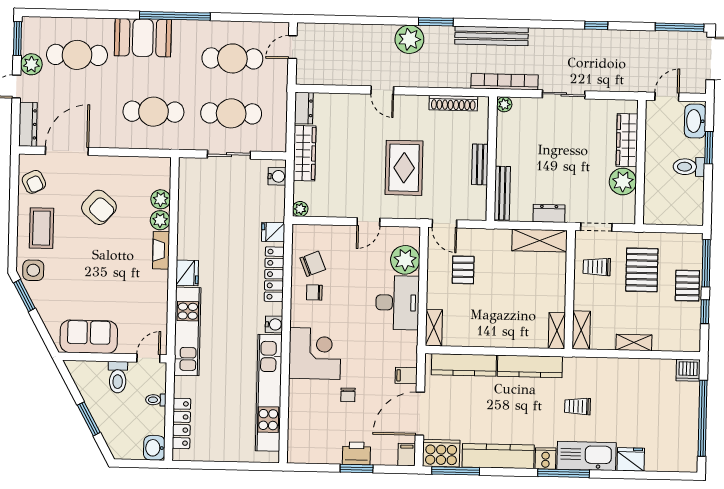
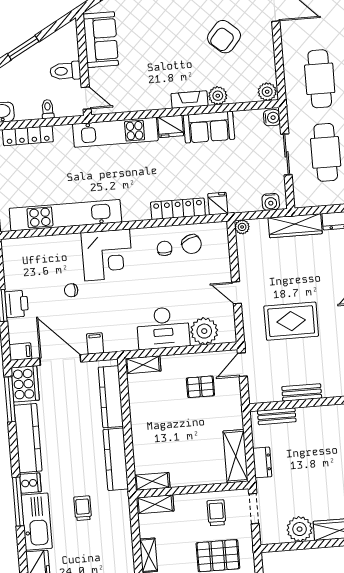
bench: (502, 193) -> (277, 416), width x0.73
plant: (161, 199) -> (267, 92), moved
sofa: (192, 233) -> (209, 127), added
water cooler: (274, 324) -> (272, 118), moved, turned -90

